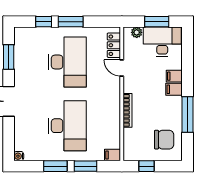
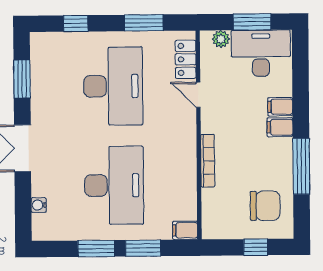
window: (71, 22) -> (144, 23), moved
water cooler: (19, 156) -> (39, 205), moved
window: (147, 166) -> (256, 247), moved

